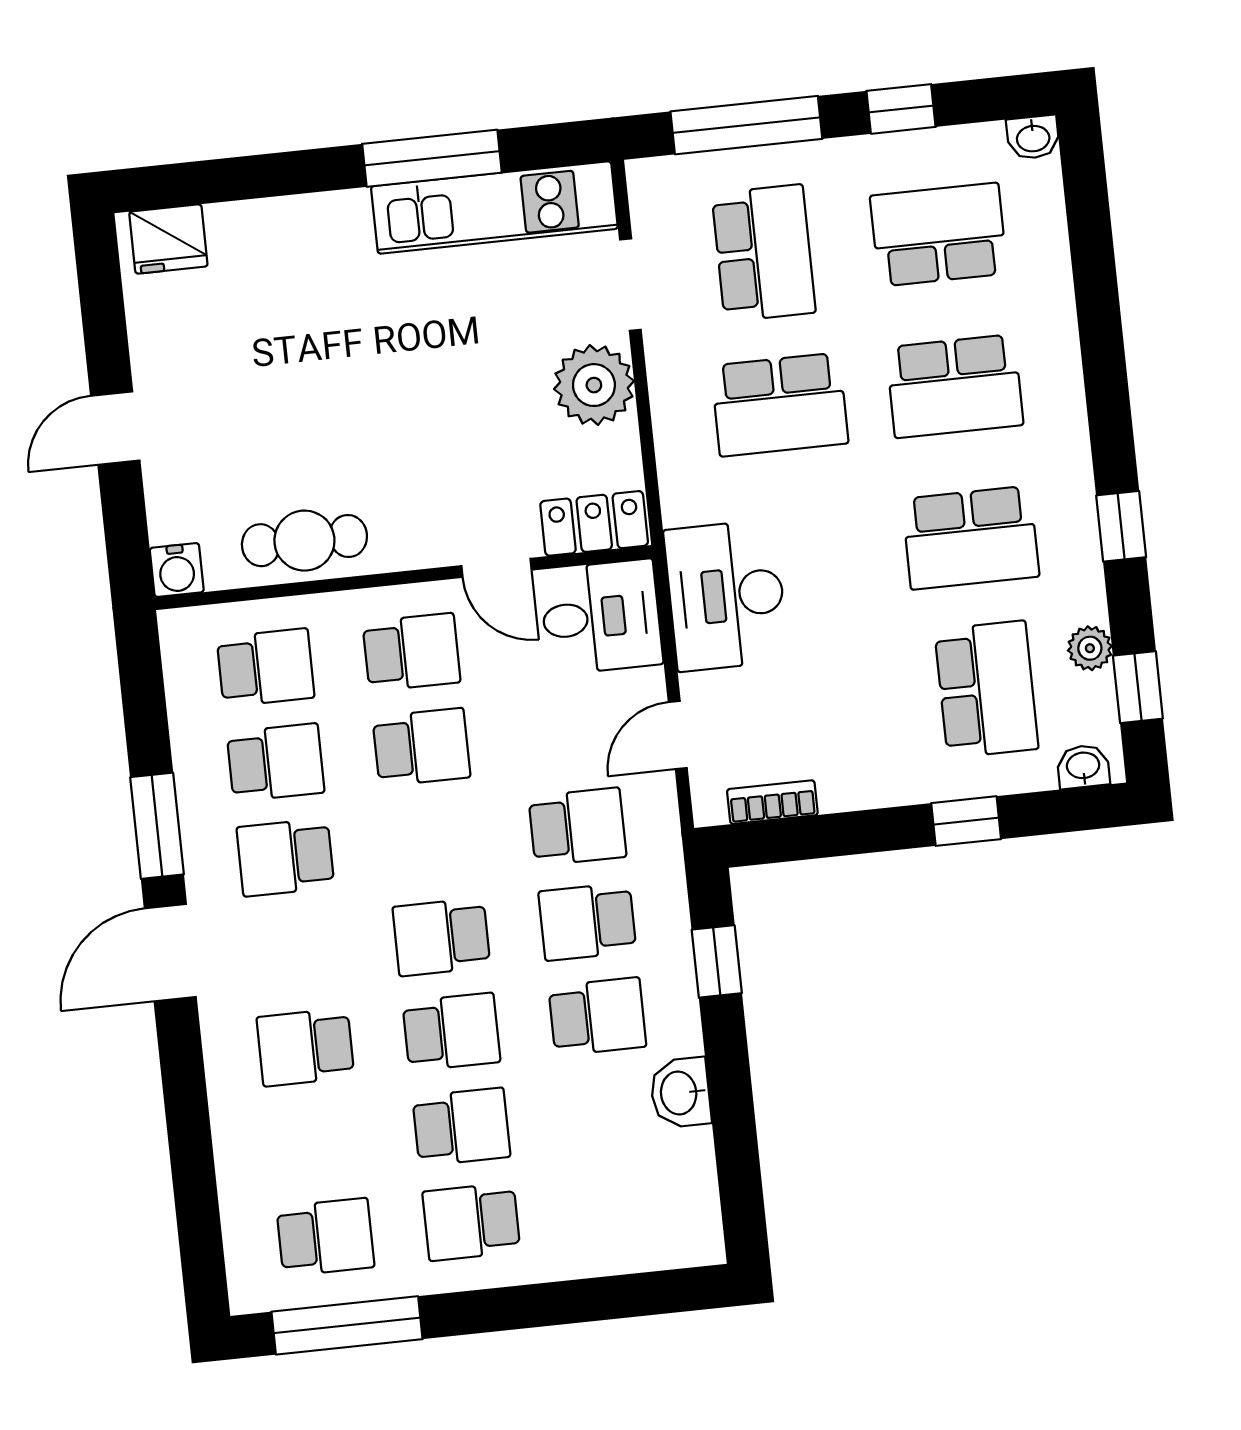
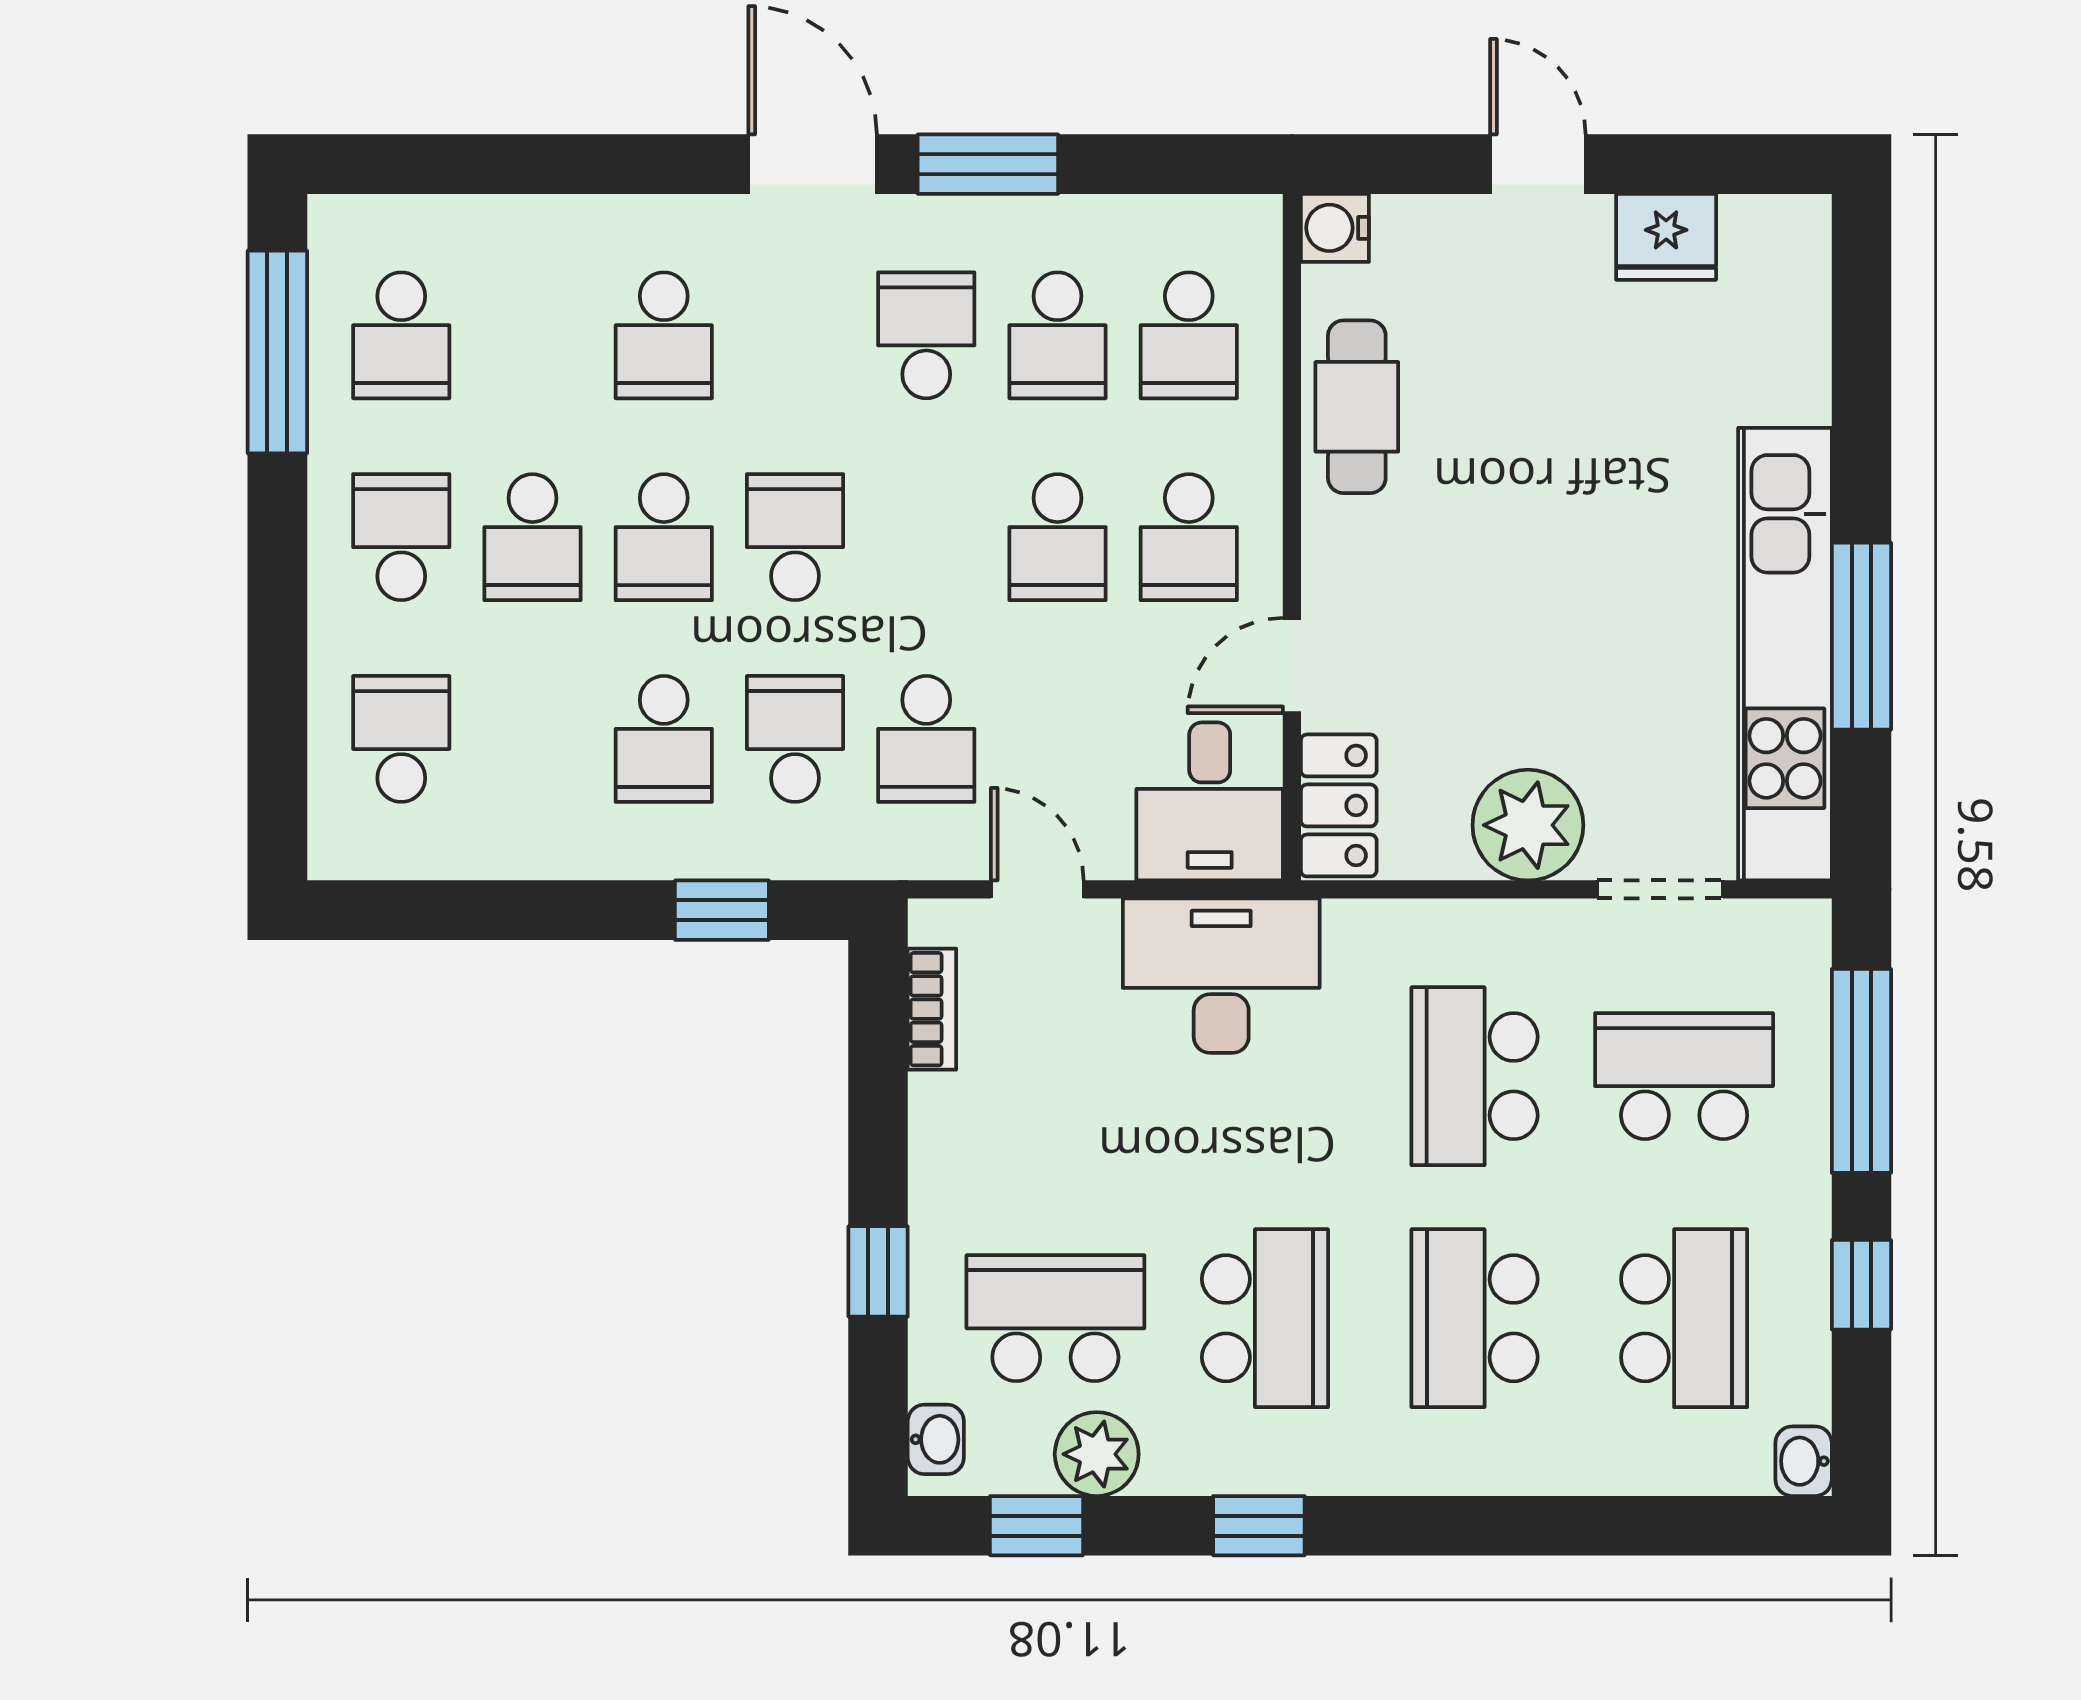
kitchen unit: (494, 208) -> (1785, 654), width x1.36
fridge: (168, 239) -> (1666, 237), moved, turned -90
school desk: (764, 253) -> (1684, 1076), turned 180
school desk: (971, 538) -> (1265, 1318), turned 180
plant: (1090, 648) -> (1097, 1454), width x1.38, depth x1.38
school desk: (986, 689) -> (1055, 1318), turned 180
school desk: (305, 1047) -> (664, 335), turned 180
washbasin: (680, 1093) -> (548, 841), removed
school desk: (617, 1206) -> (401, 739), added

